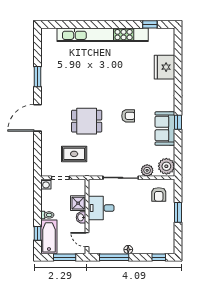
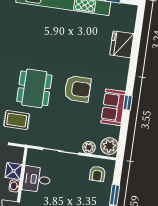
armchair: (128, 116) -> (78, 89), width x1.88, depth x1.88
dining table: (87, 121) -> (34, 88), width x1.38

